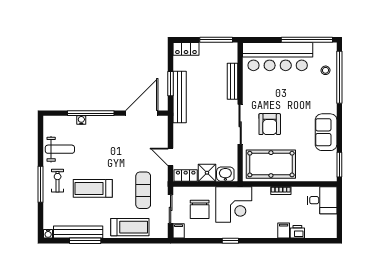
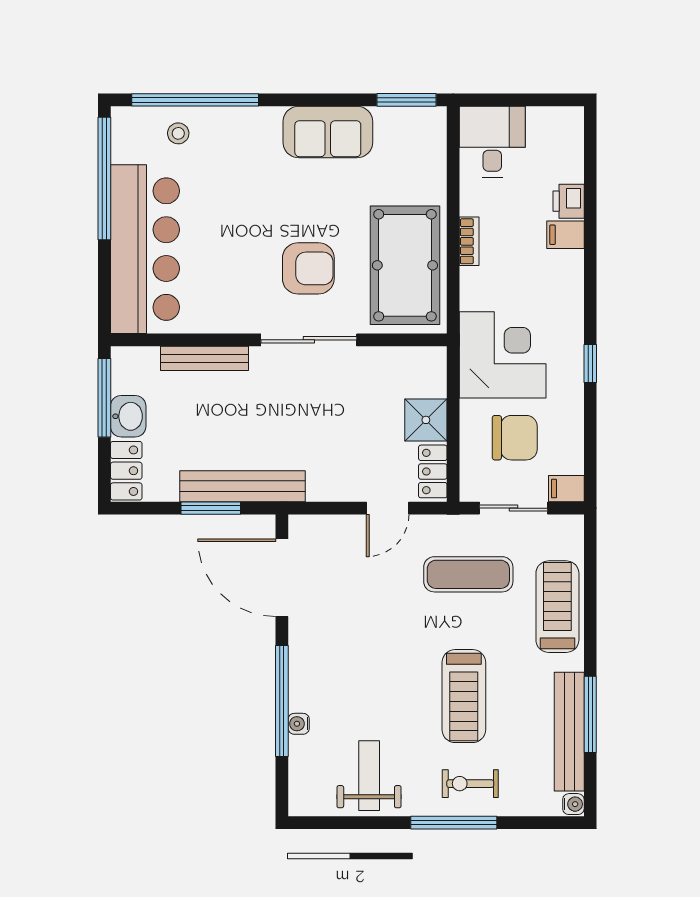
washbasin: (225, 174) -> (128, 416), moved, turned 180
exercise bike: (58, 181) -> (470, 784), moved

